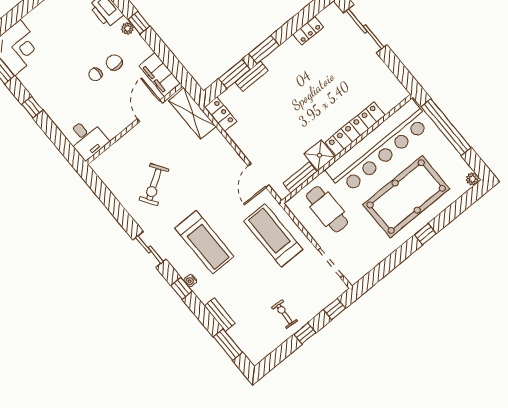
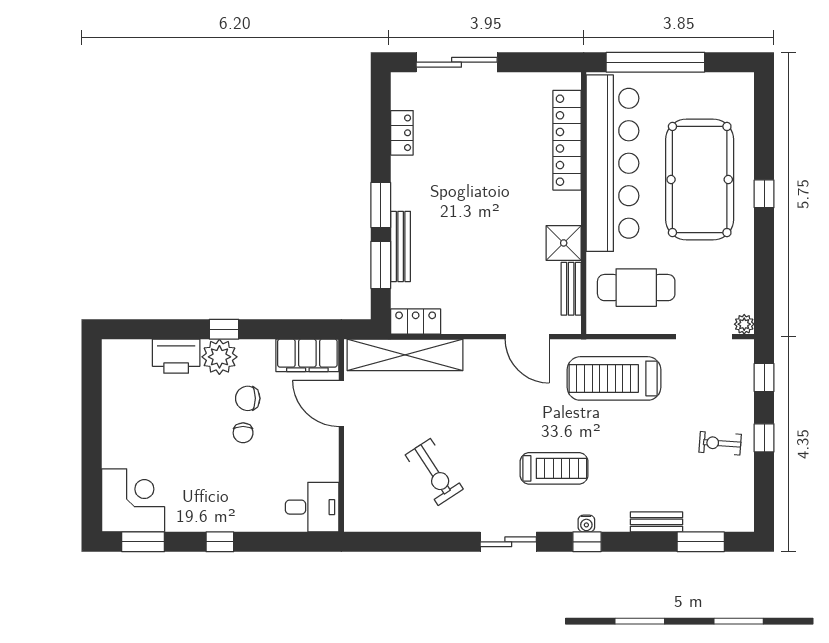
plant: (127, 28) -> (219, 357), width x1.87, depth x1.87
bench: (251, 76) -> (401, 246), width x1.36
shelving: (192, 113) -> (405, 355), width x1.47
locker: (355, 129) -> (567, 140), moved
plant: (472, 179) -> (744, 324), moved
treadmill: (204, 242) -> (554, 468), width x0.73, depth x0.73

